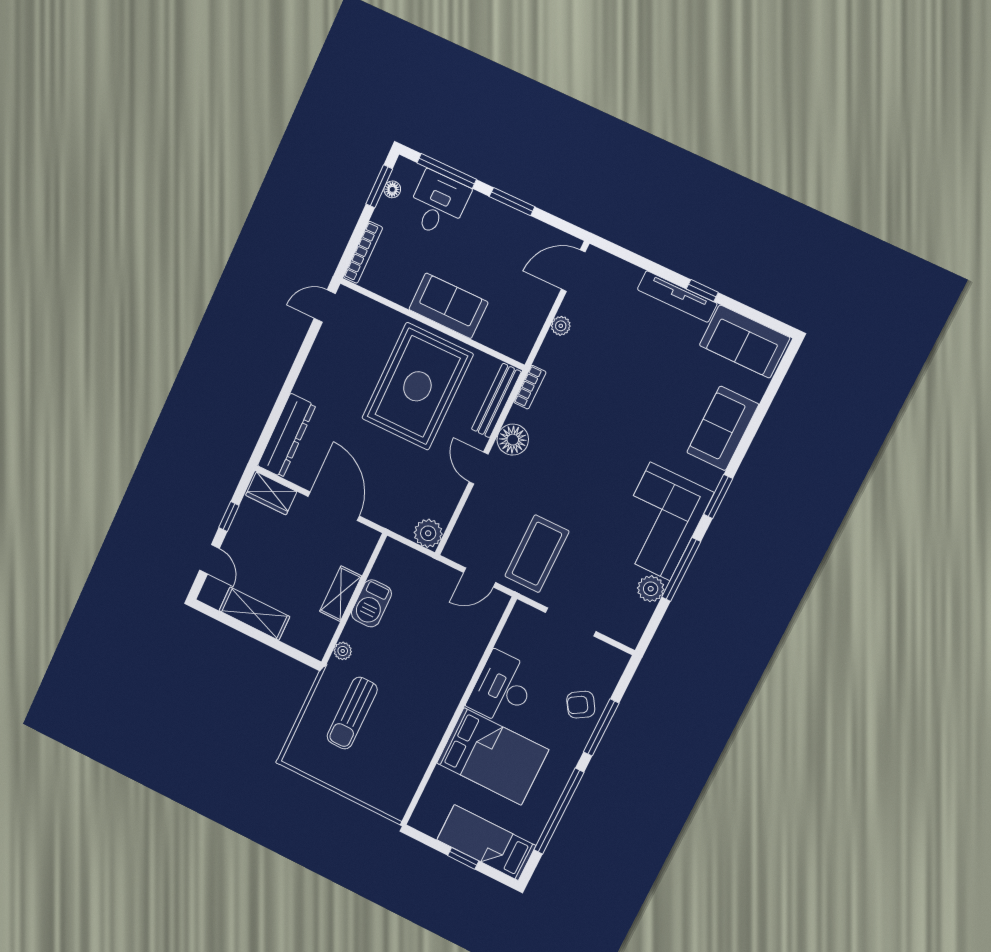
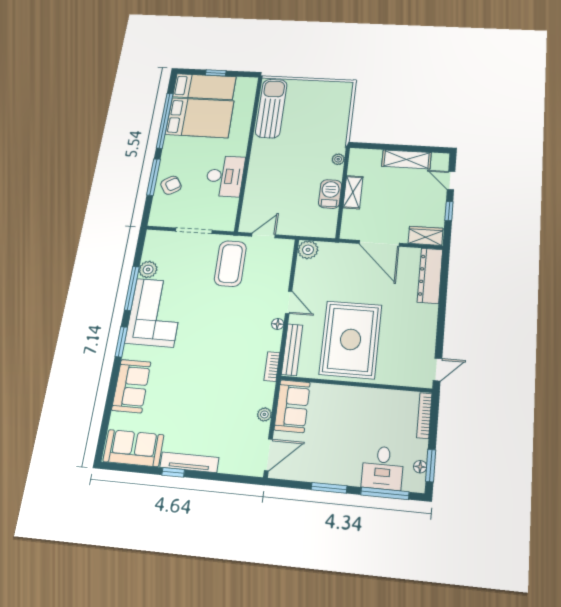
sofa: (448, 306) -> (292, 406), moved, turned -90
floor lamp: (513, 440) -> (278, 324), width x0.53, depth x0.53
sun lounger: (352, 713) -> (271, 108), moved, width x1.36, depth x1.34
bed: (493, 756) -> (200, 118), moved, turned 180

